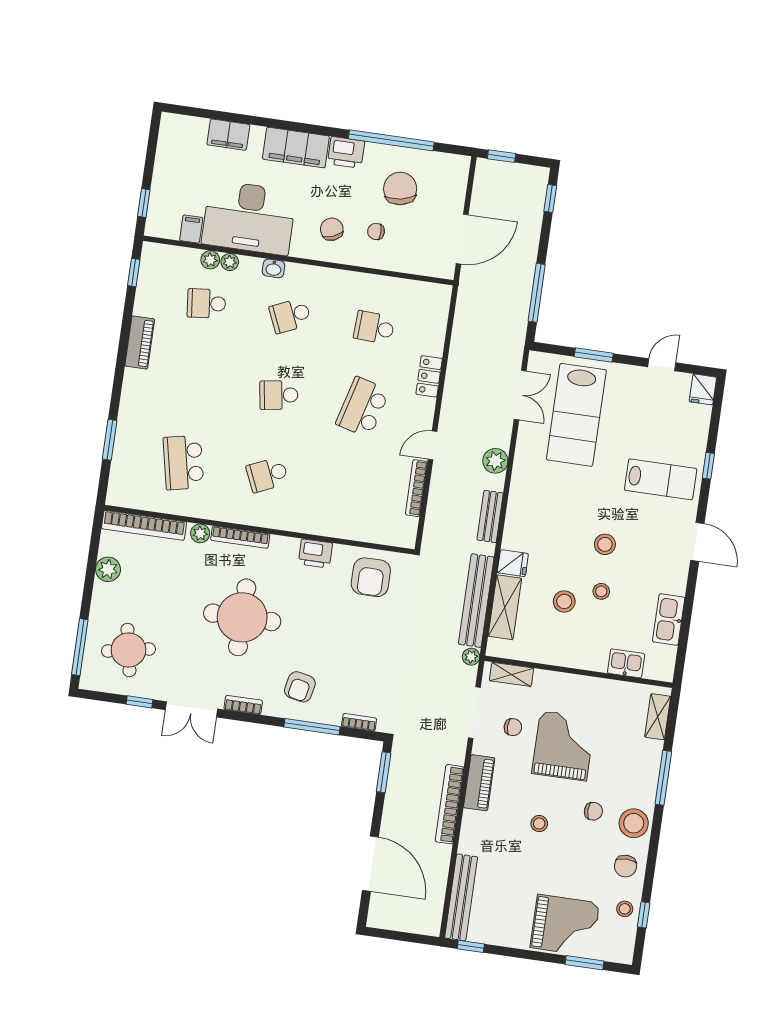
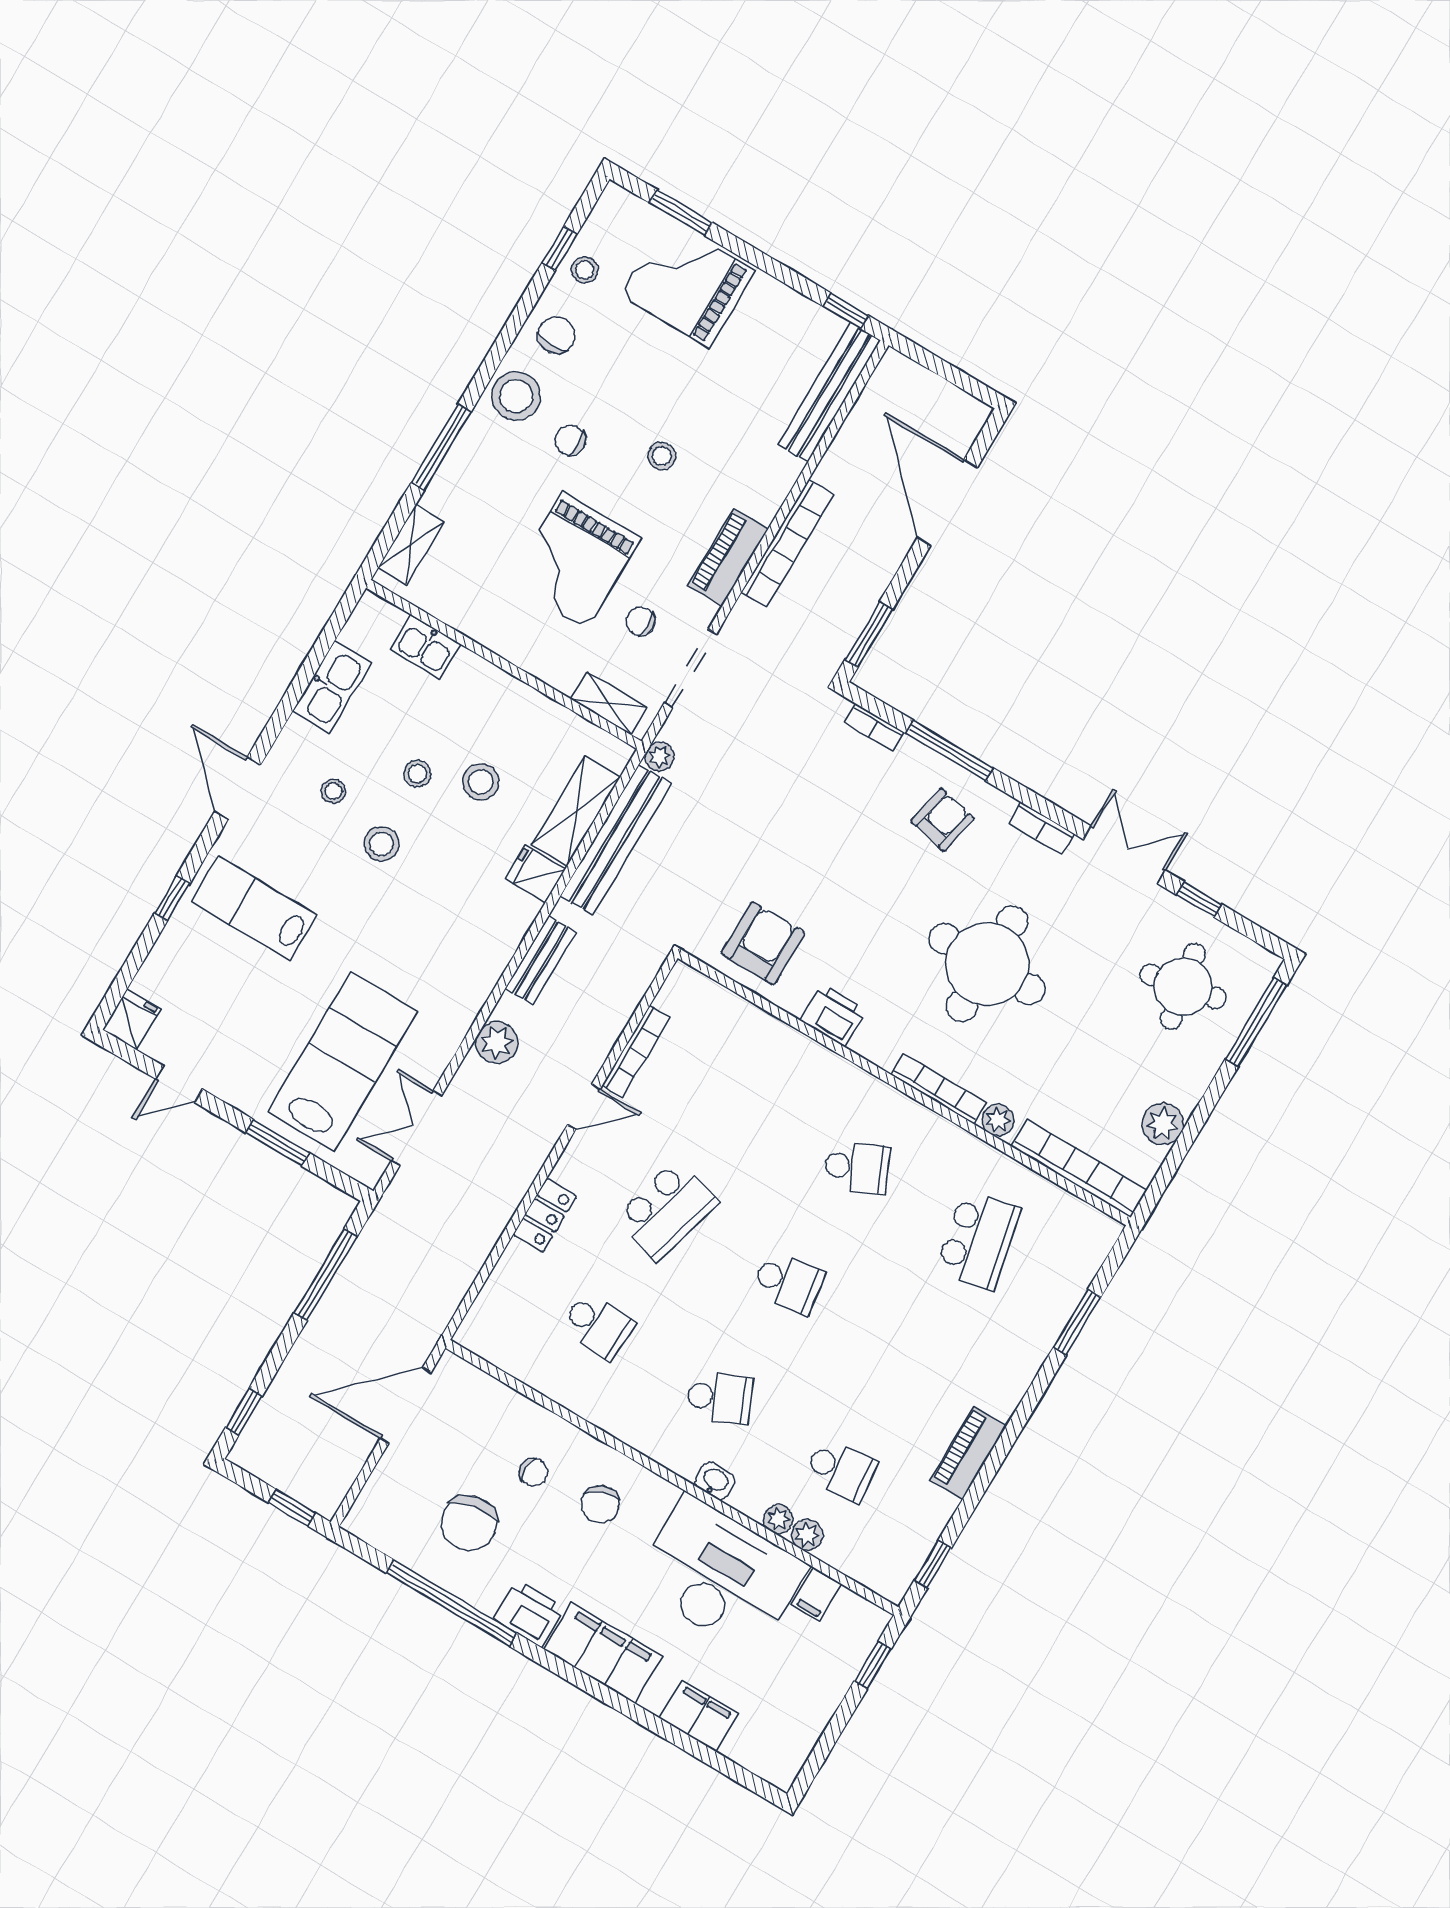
stool: (644, 562) -> (333, 791), added

